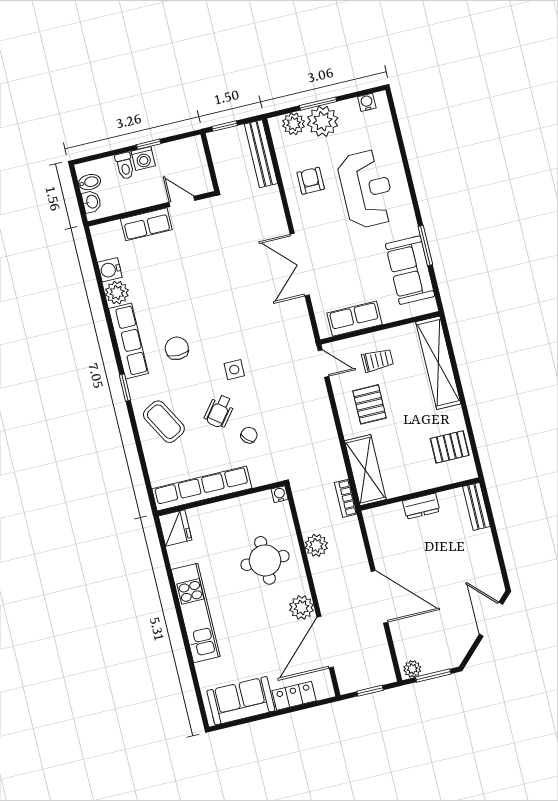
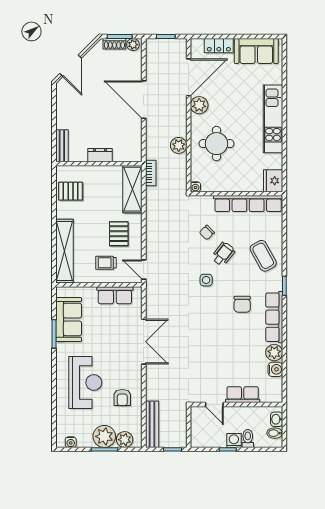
reception desk: (366, 189) -> (85, 383), turned 180
shoe rack: (438, 664) -> (114, 44), added

